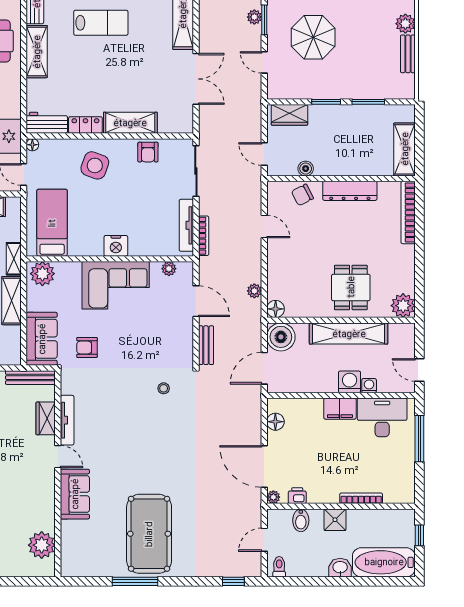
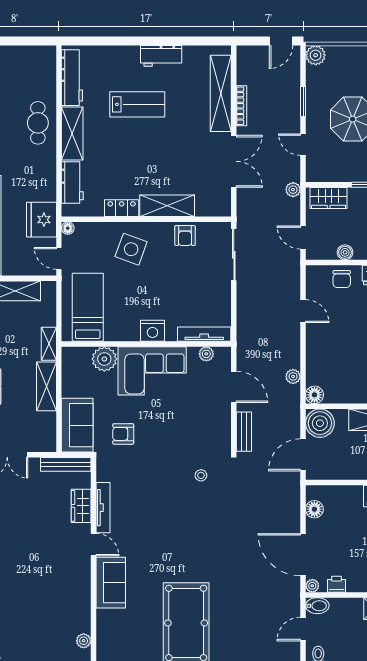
plant: (254, 17) -> (293, 190), moved
workbench: (47, 123) -> (72, 182), moved, turned 90
chair: (302, 195) -> (342, 279), turned -63
tv unit: (186, 225) -> (204, 334), moved, turned 90
bookcase: (204, 236) -> (242, 106), moved
plant: (42, 274) -> (104, 359), moved
bidet: (301, 520) -> (317, 606), moved, turned -90
plant: (42, 545) -> (84, 641), width x0.53, depth x0.53

